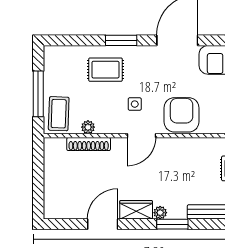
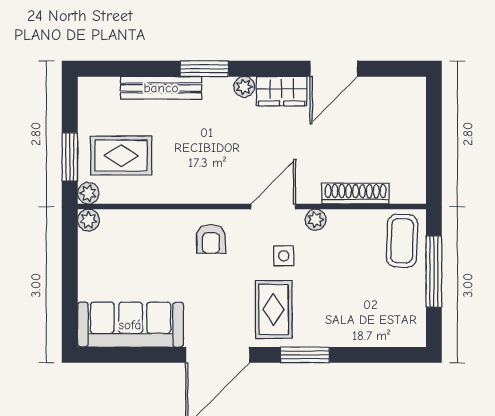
rug: (105, 70) -> (274, 309), moved, turned 90
armchair: (182, 115) -> (211, 239), width x0.53, depth x0.53
plant: (88, 127) -> (316, 220), moved
window: (172, 224) -> (204, 69), moved

